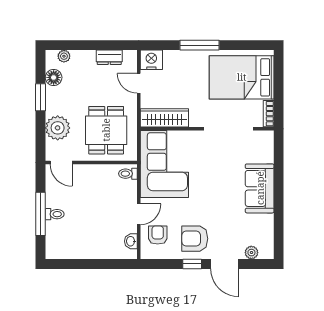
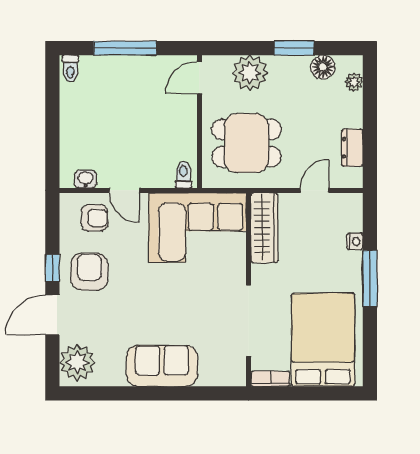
nightstand: (151, 60) -> (355, 241), moved, width x0.53, depth x0.56
toilet: (55, 214) -> (70, 68), moved
plant: (251, 253) -> (77, 362), width x1.88, depth x1.88

